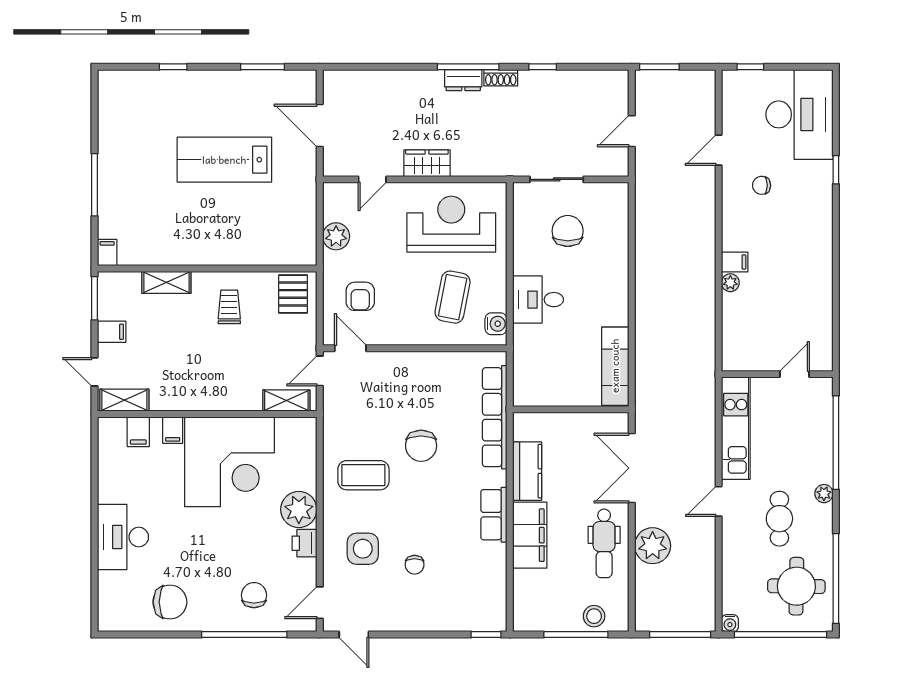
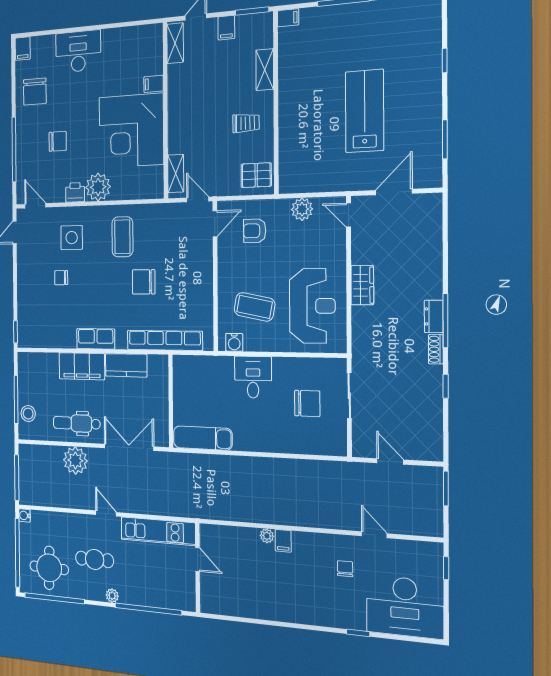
door: (372, 179) -> (349, 215), moved
door: (795, 374) -> (198, 559), moved
filing cabinet: (138, 432) -> (23, 49), moved, turned -90
chair: (254, 595) -> (58, 141), moved

